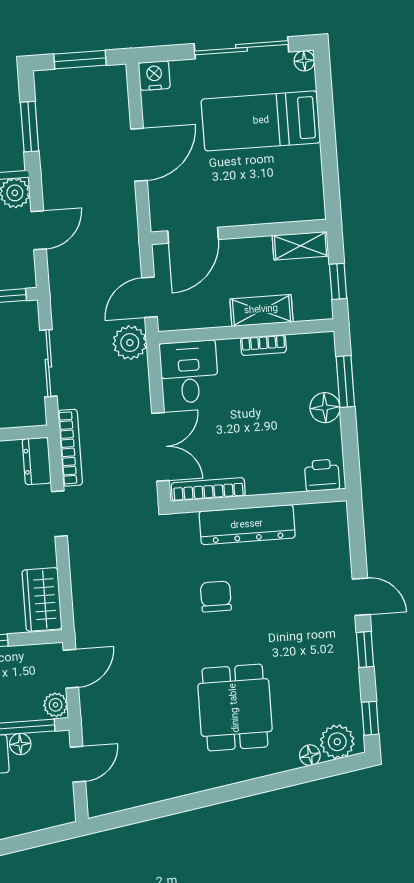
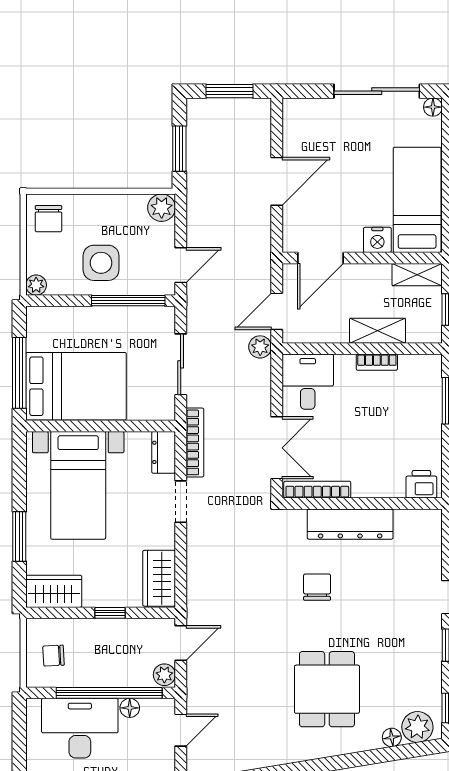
nightstand: (154, 76) -> (377, 240), moved, turned 180
bed: (261, 121) -> (417, 200), moved, turned 90
door: (39, 230) -> (181, 265), moved
plant: (130, 343) -> (260, 347), width x0.73, depth x0.73
floor lamp: (325, 408) -> (429, 423), removed

